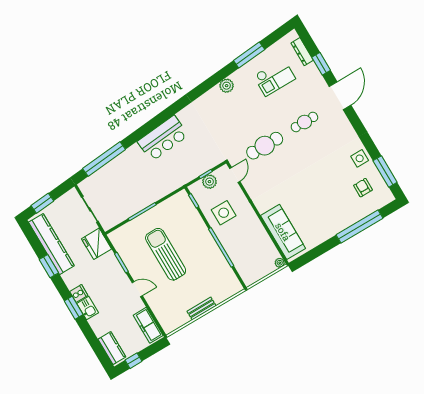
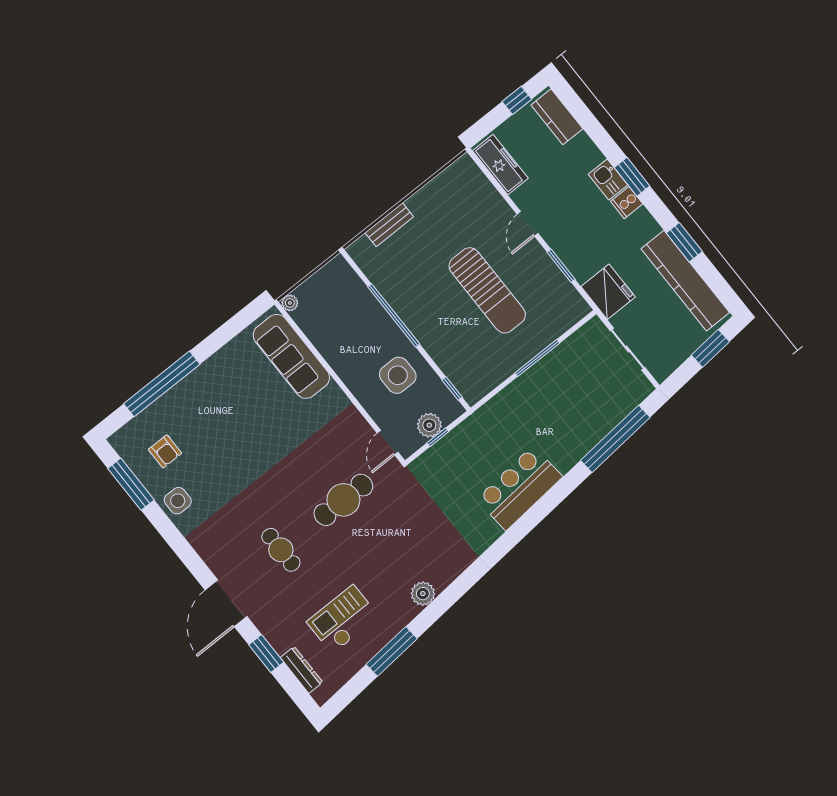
cafe table: (304, 122) -> (281, 550), turned 90
door: (137, 289) -> (528, 224), hinge flipped
bench: (202, 309) -> (389, 225), moved

